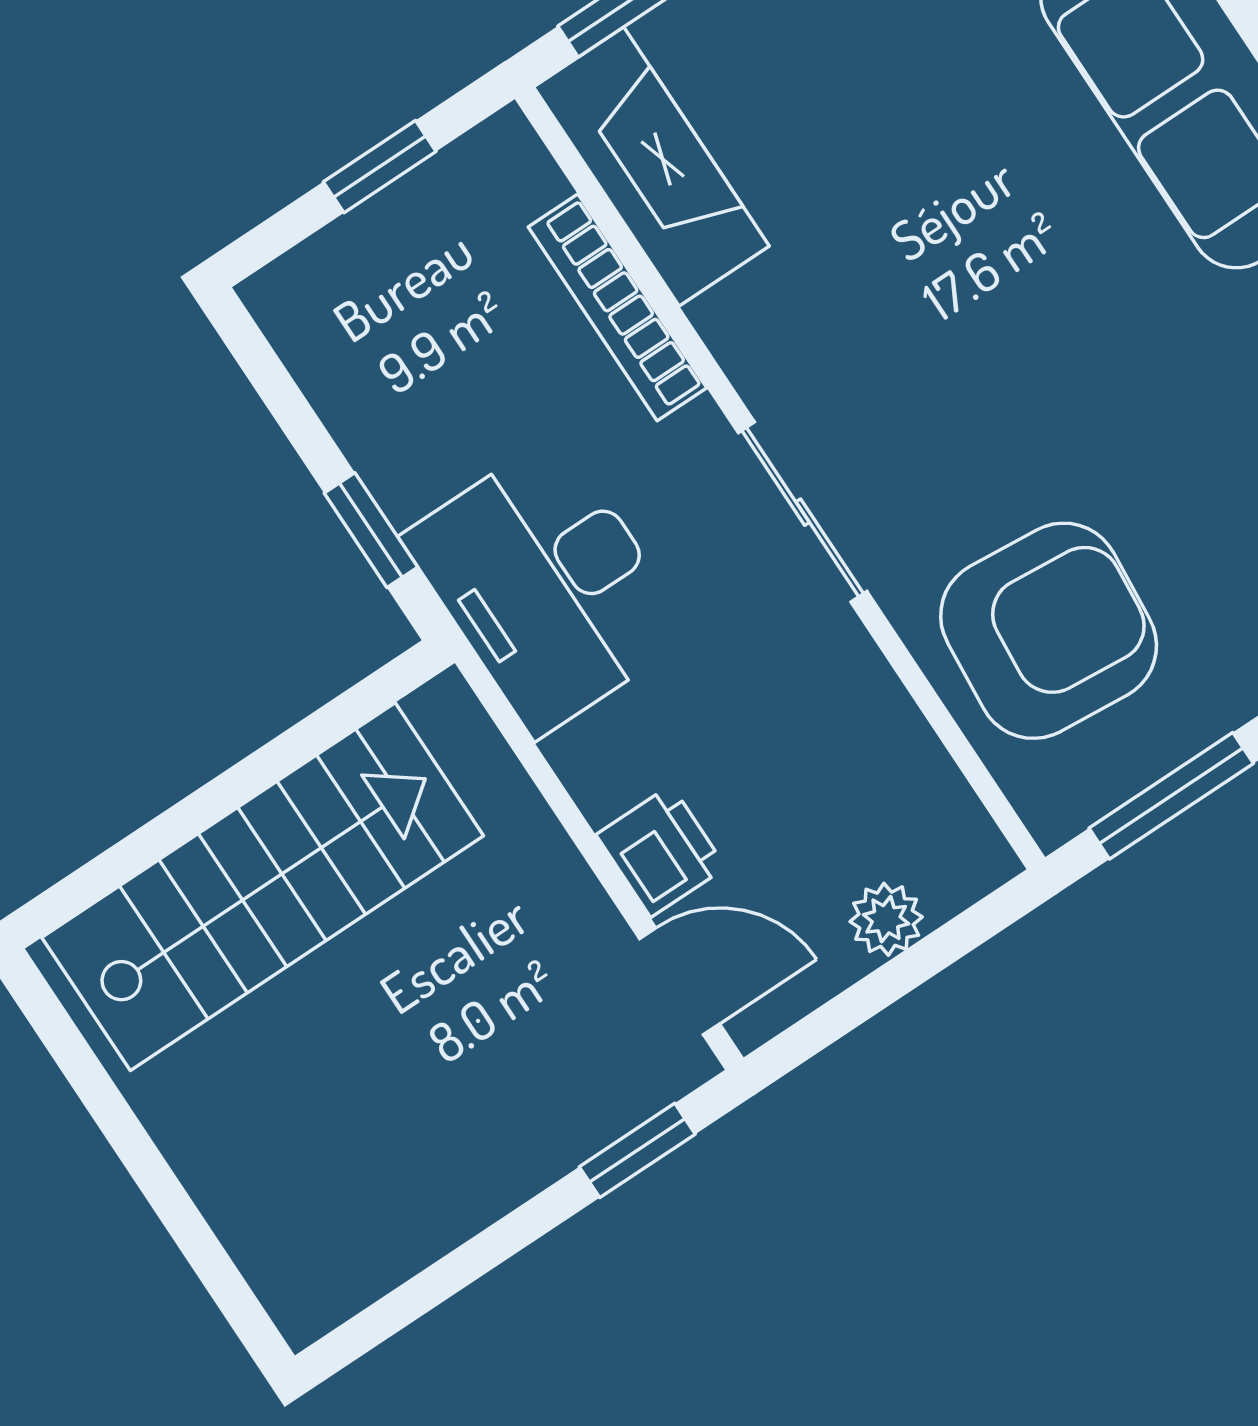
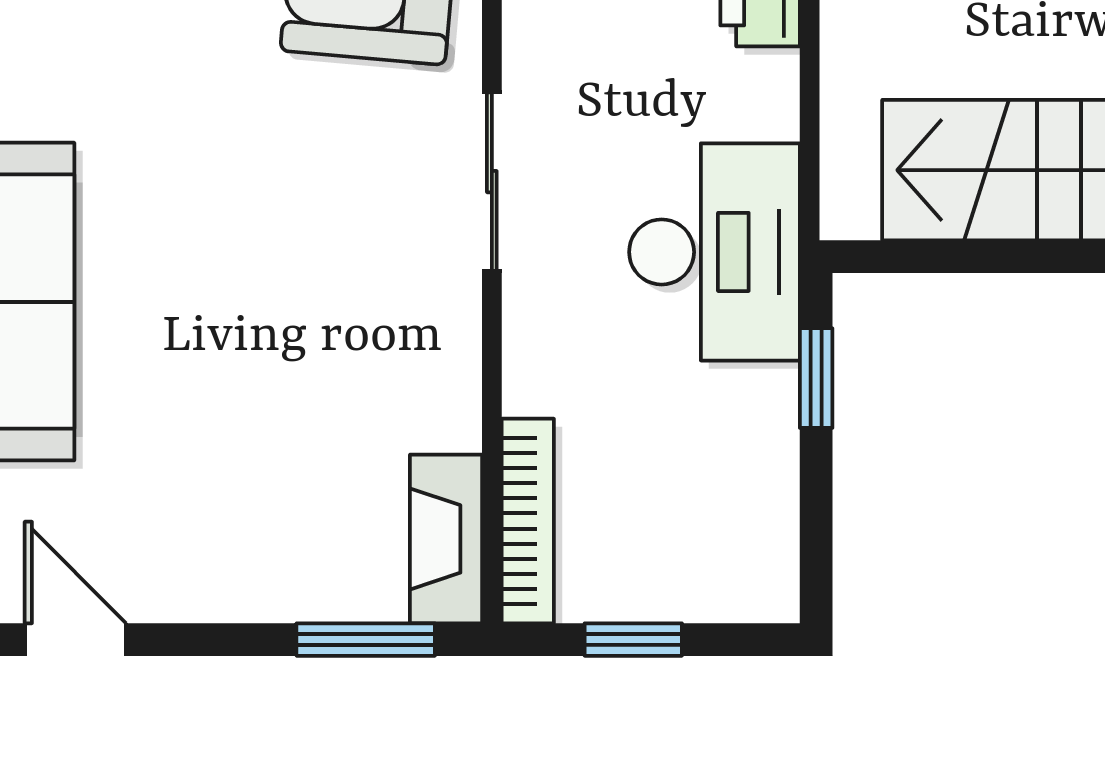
fireplace: (651, 166) -> (446, 539), width x0.73, depth x0.76
bookcase: (617, 307) -> (528, 521), moved

